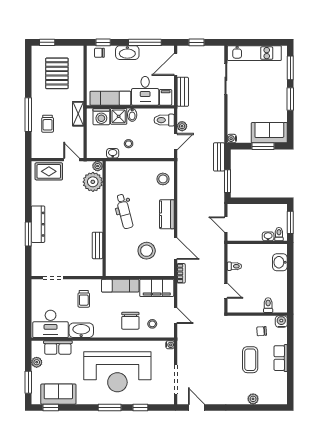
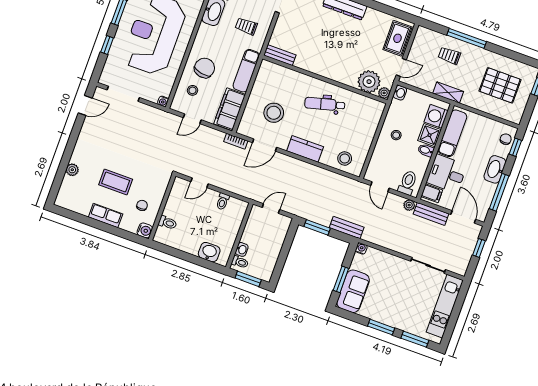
plant: (182, 126) -> (409, 205), moved
washbasin: (113, 153) -> (400, 93), moved
bench: (97, 245) -> (280, 55), moved
chair: (130, 321) -> (204, 68), turned 101

